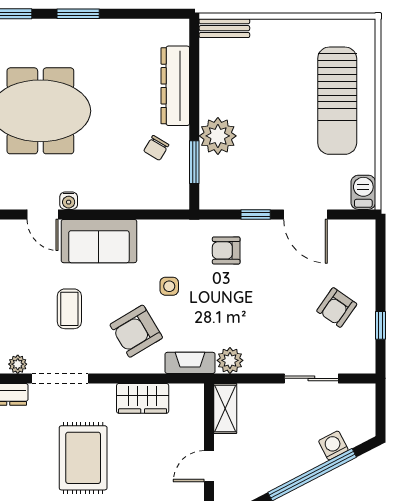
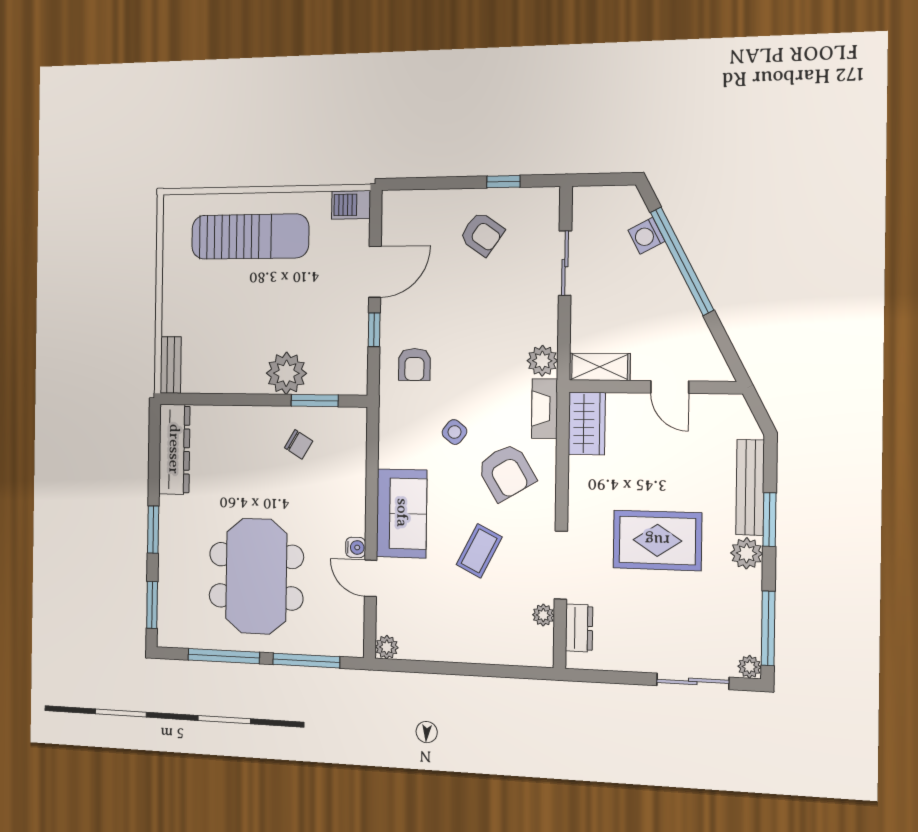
dresser: (175, 86) -> (174, 449), moved, turned -90
door: (43, 214) -> (371, 578), swing flipped
side table: (169, 286) -> (454, 432), turned 38
coffee table: (69, 309) -> (479, 551), turned -63
wardrobe: (143, 398) -> (587, 423), moved

